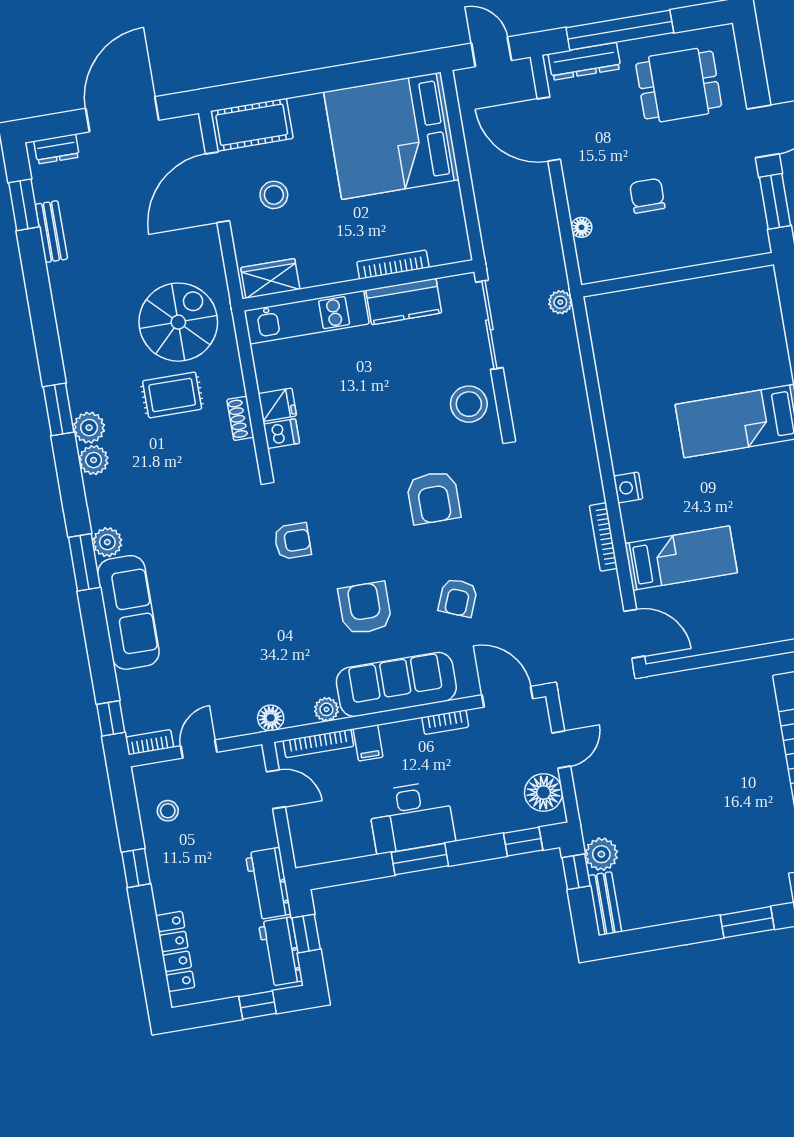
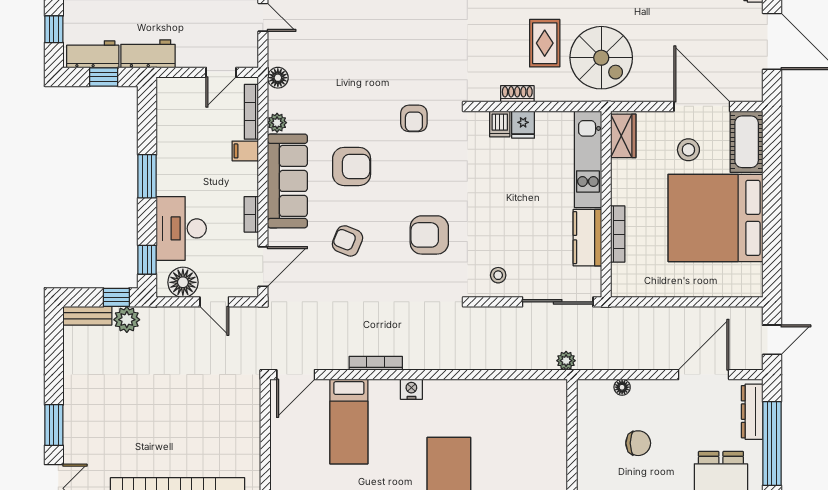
bed: (391, 136) -> (715, 218), moved, turned -90
stool: (469, 404) -> (498, 275), width x0.53, depth x0.53
desk: (411, 817) -> (181, 228), moved

